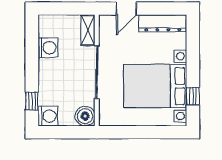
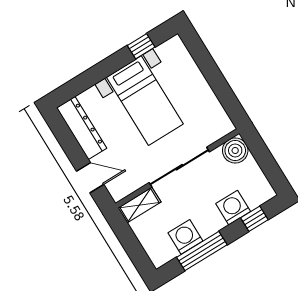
window: (32, 53) -> (202, 251), added
bed with nightstands: (155, 86) -> (145, 101), width x0.73
washing machine: (48, 116) -> (233, 208), moved

